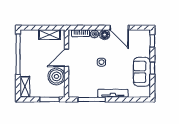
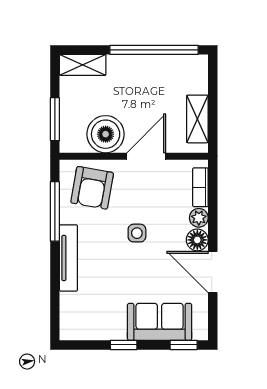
door: (119, 28) -> (213, 272), hinge flipped
door: (66, 58) -> (146, 156), hinge flipped
sofa: (142, 72) -> (160, 322), moved
armchair: (81, 83) -> (92, 188), added

